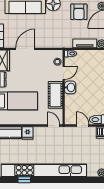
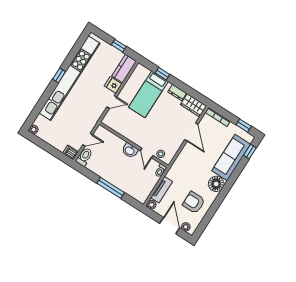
cot: (56, 95) -> (131, 133), removed
door: (54, 126) -> (112, 102), moved
window: (24, 180) -> (59, 75), moved

